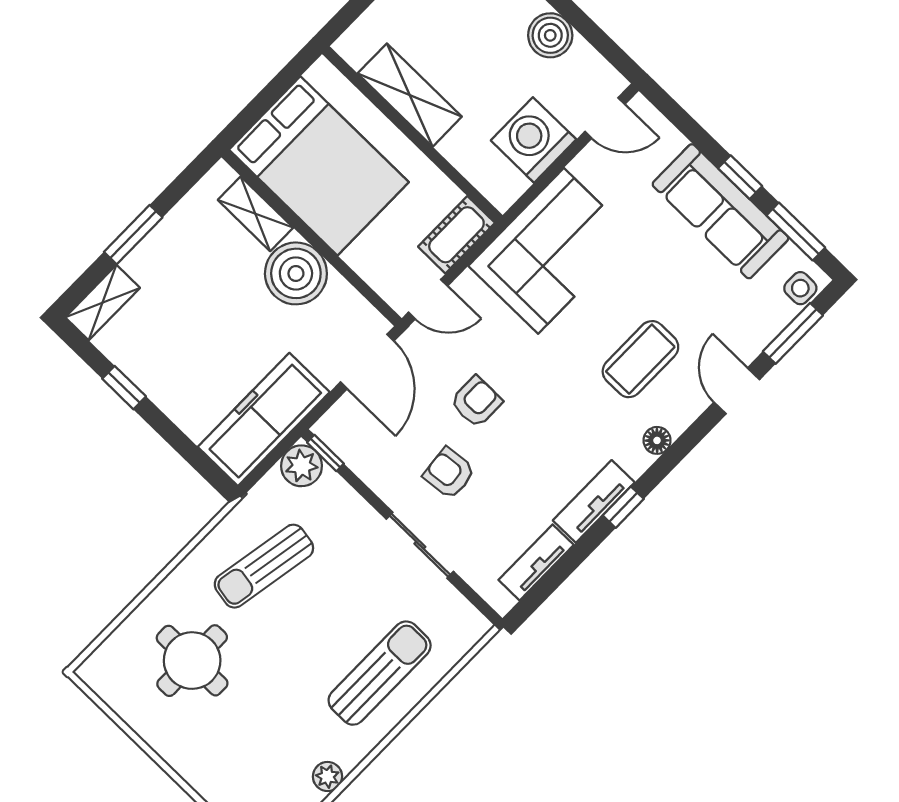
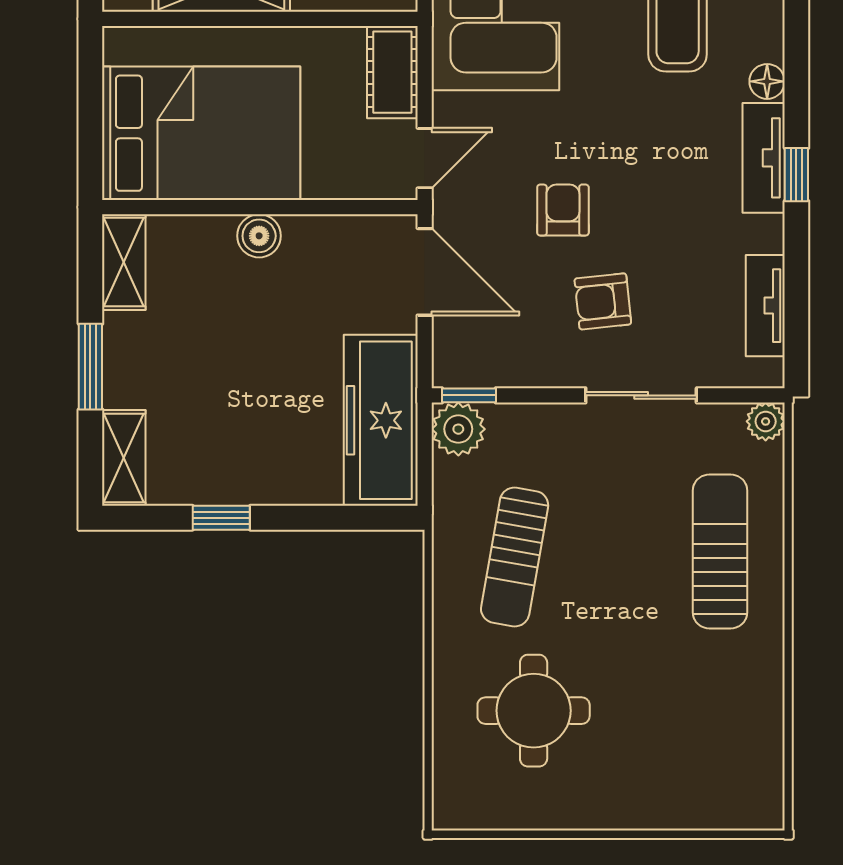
shelving: (255, 214) -> (124, 262), moved, turned 90
boiler: (296, 273) -> (259, 236), width x0.54, depth x0.54
tv unit: (594, 501) -> (764, 158), moved
plant: (327, 776) -> (766, 421), moved

